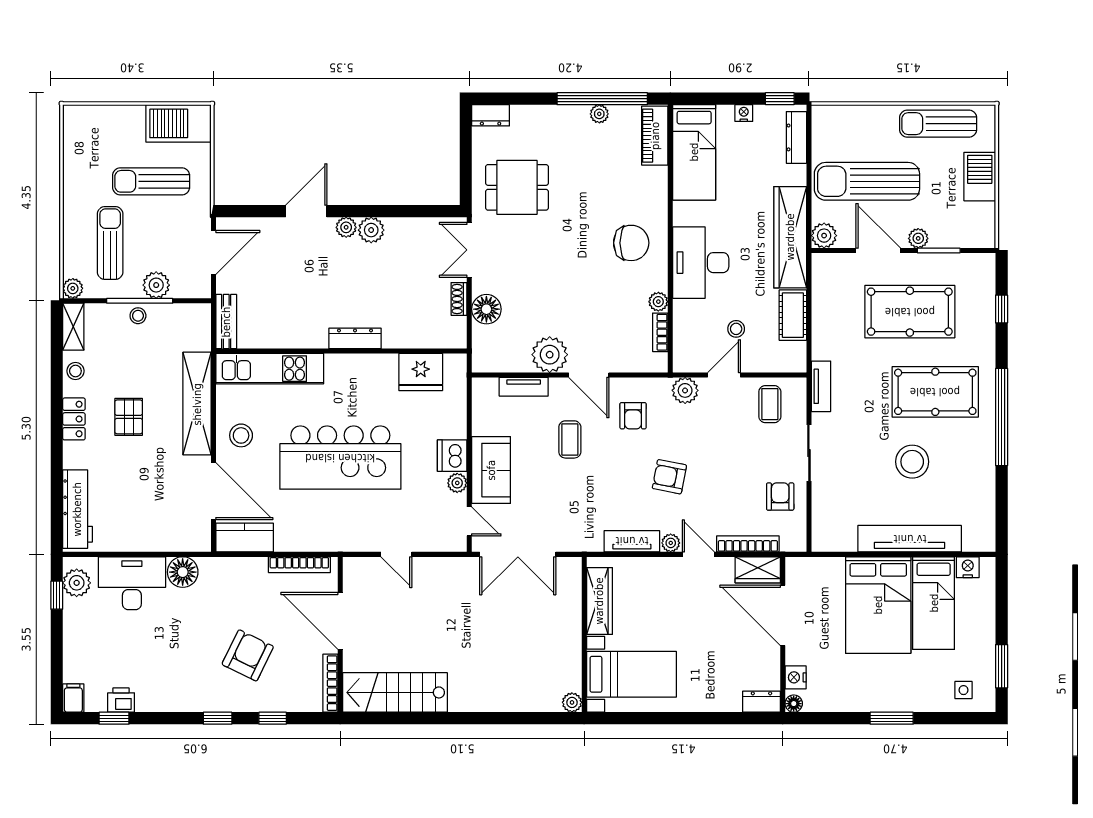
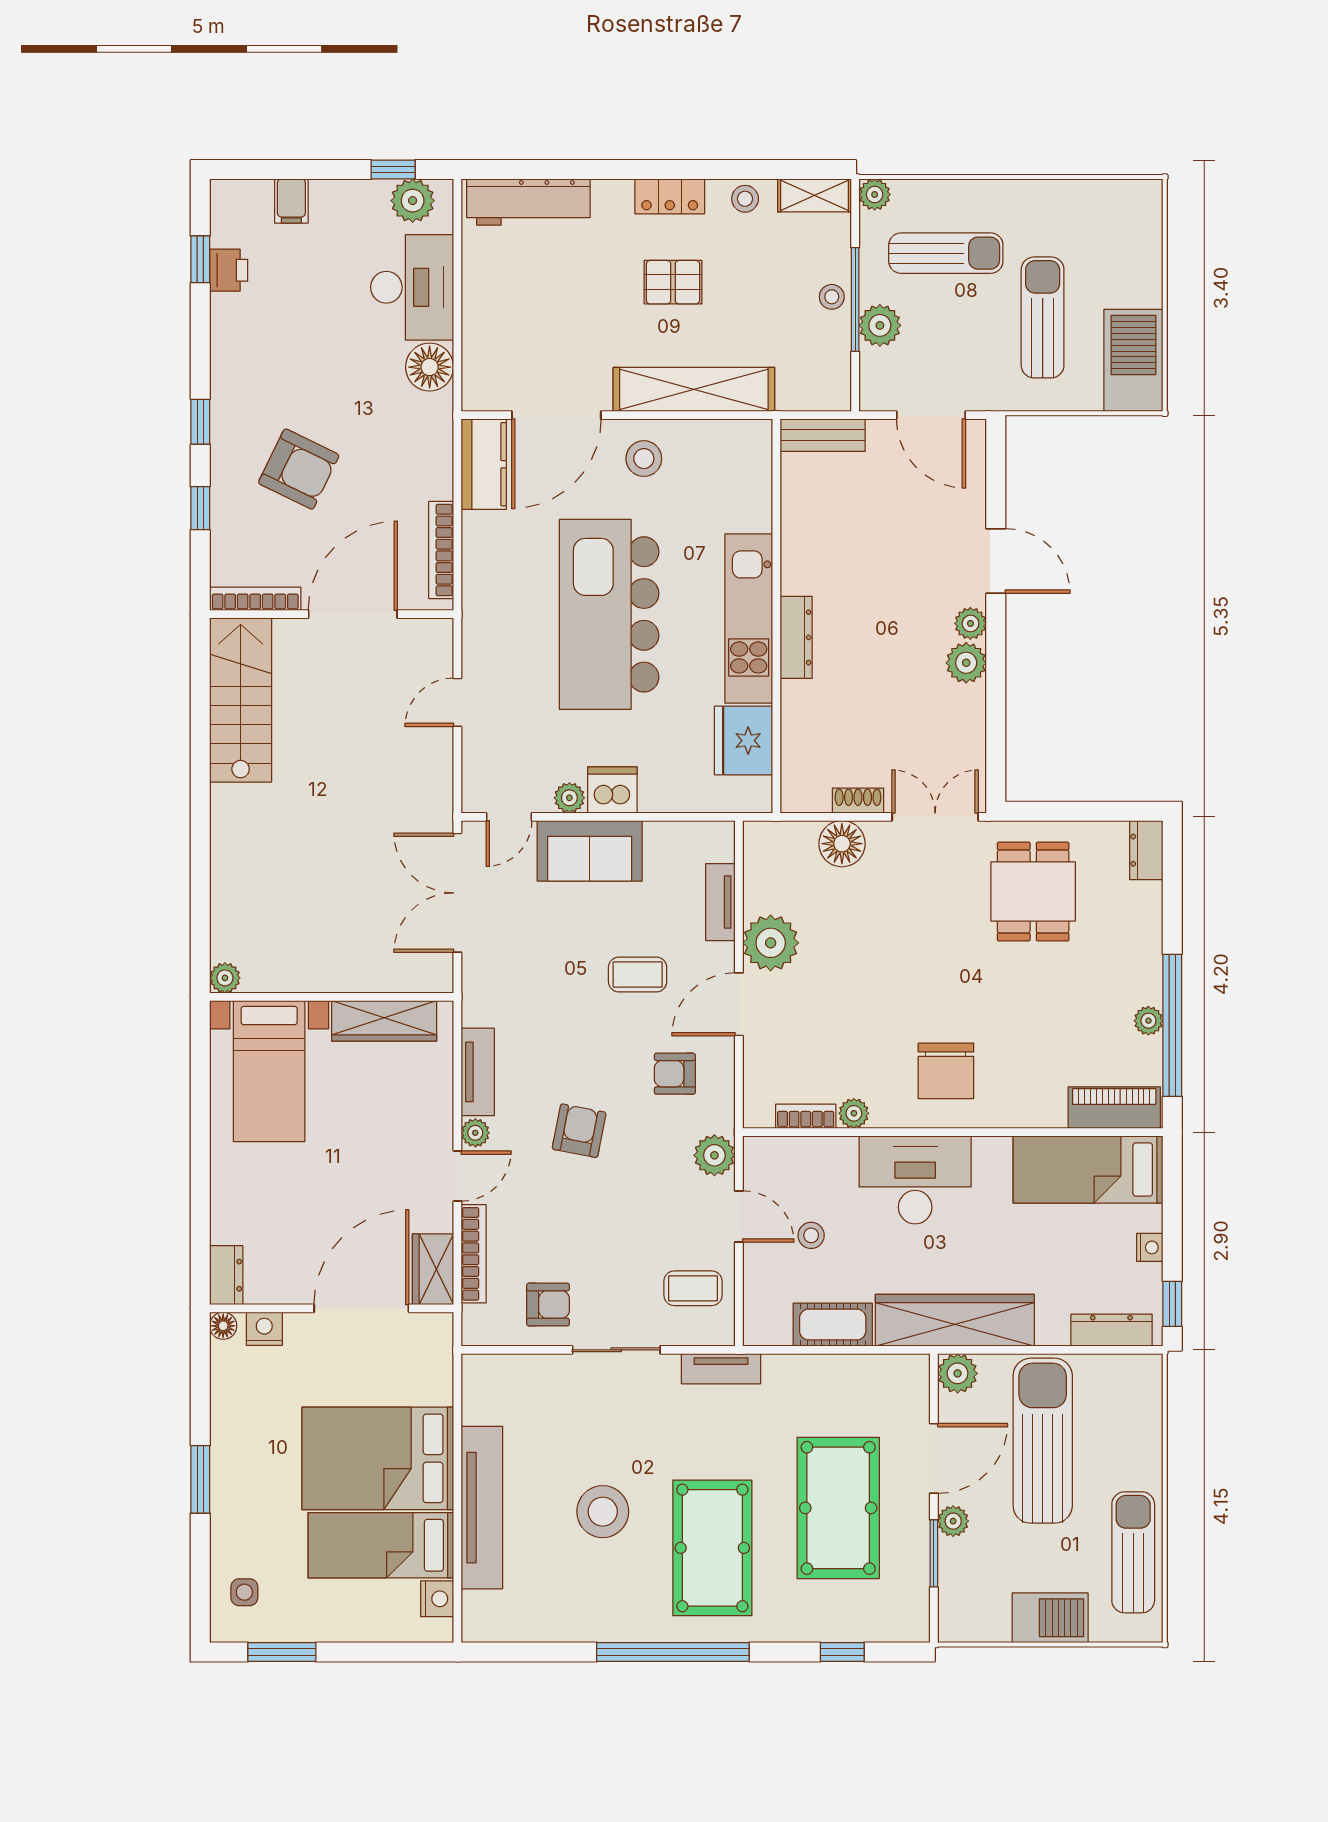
kitchen unit: (270, 369) -> (749, 619), moved
filing cabinet: (73, 698) -> (291, 201), moved, turned 90

